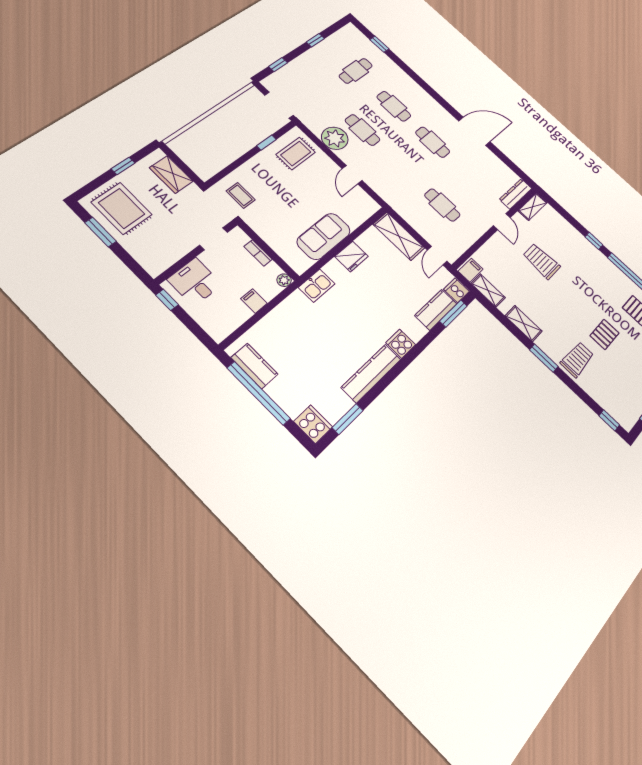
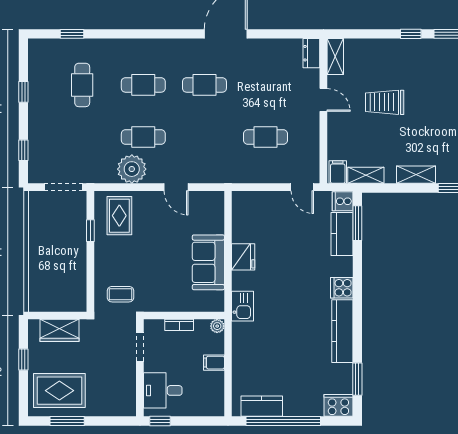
dresser: (516, 194) -> (311, 53), width x0.70
shelving: (399, 236) -> (260, 202), removed

